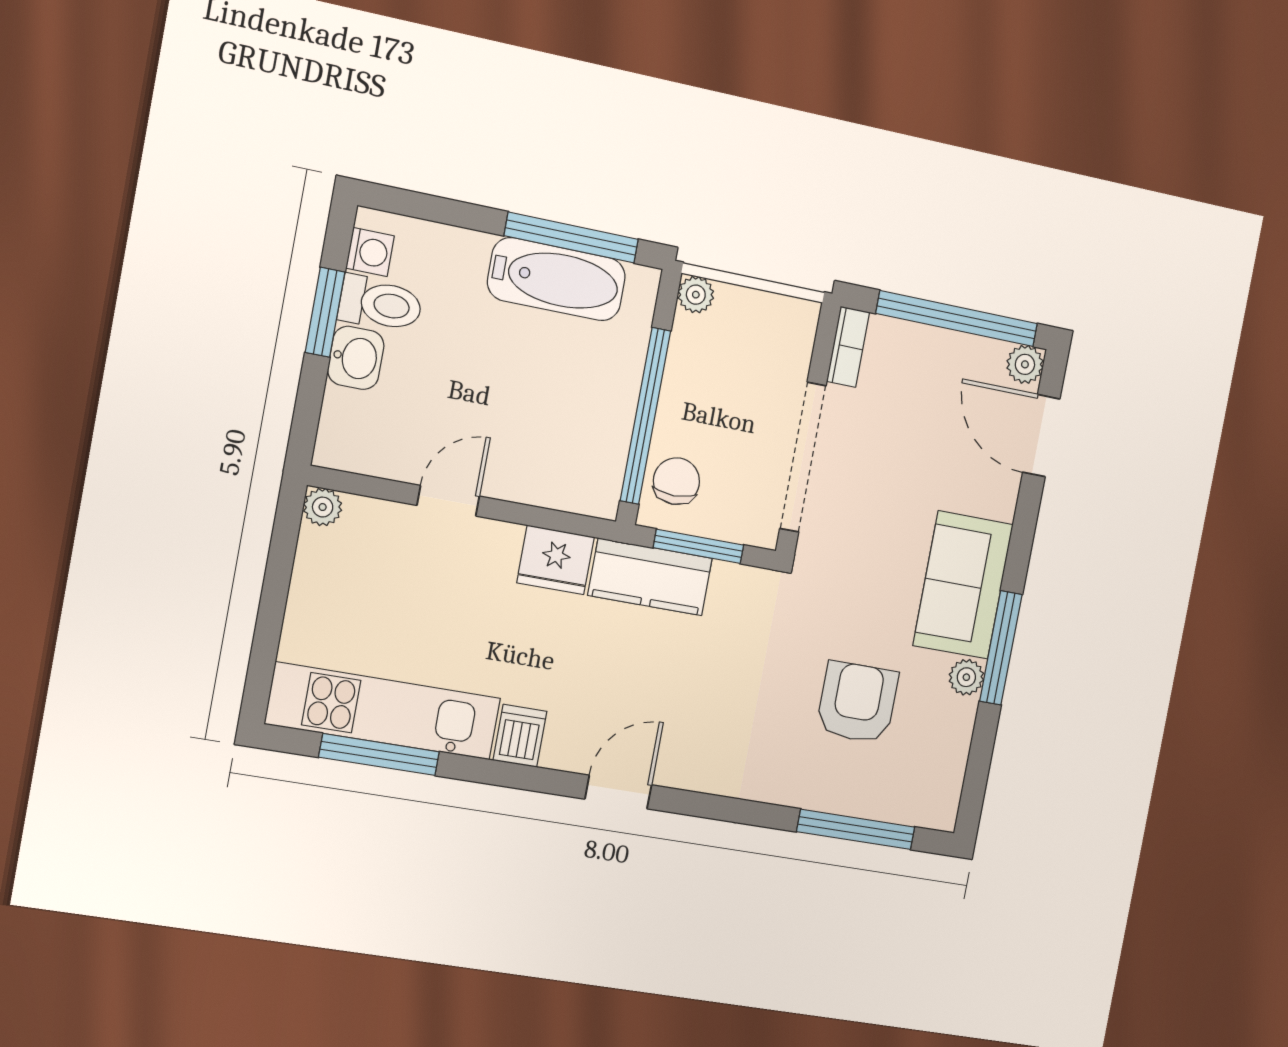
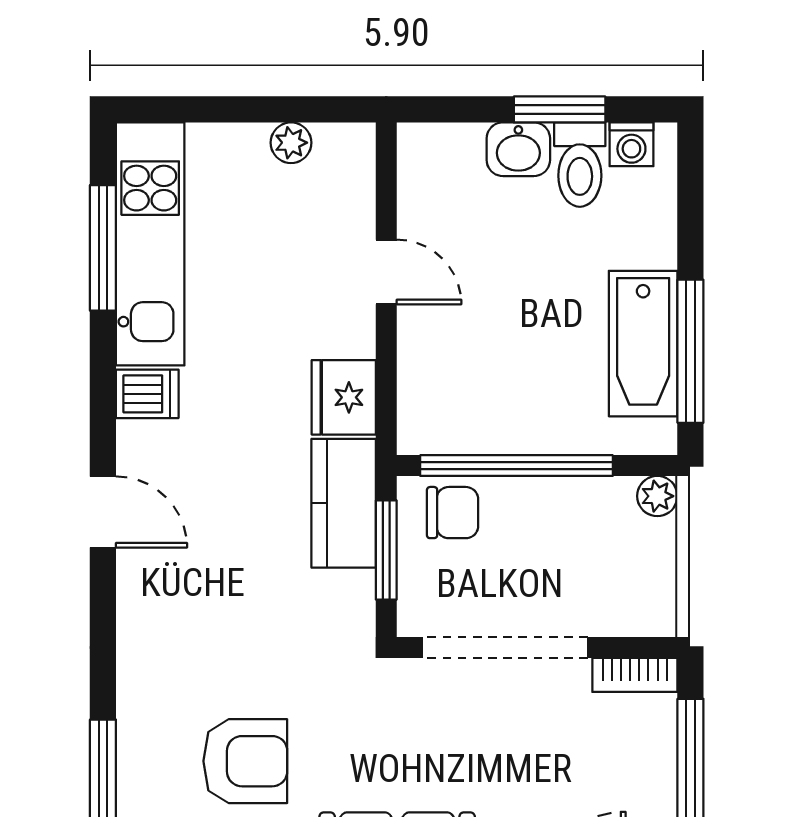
plant: (323, 507) -> (291, 143), moved

